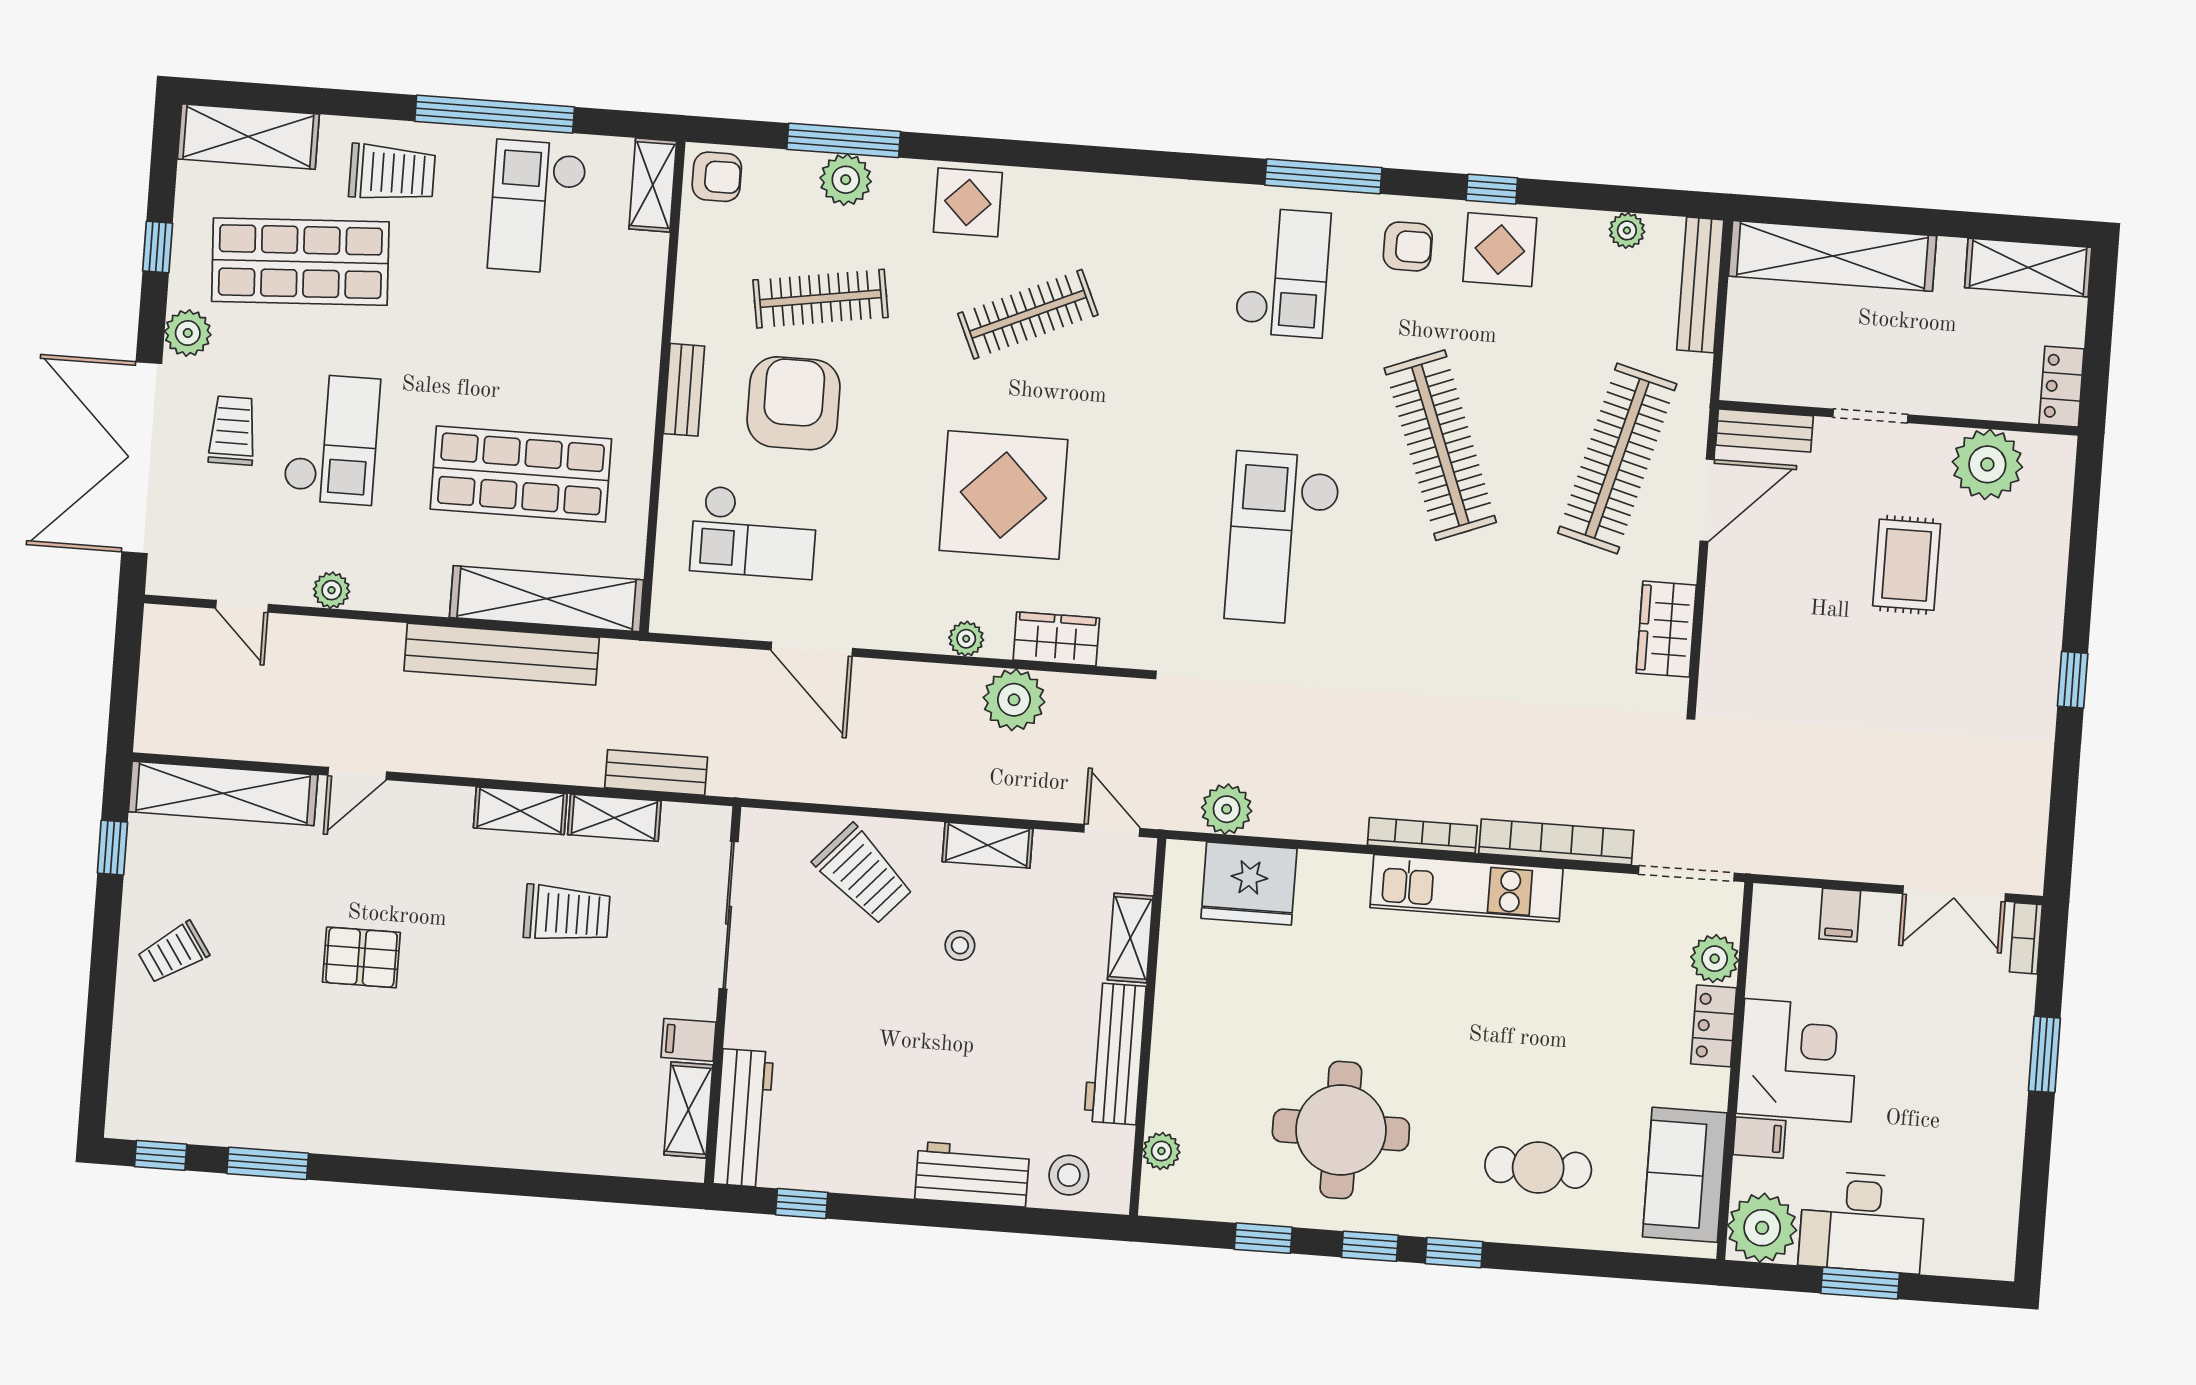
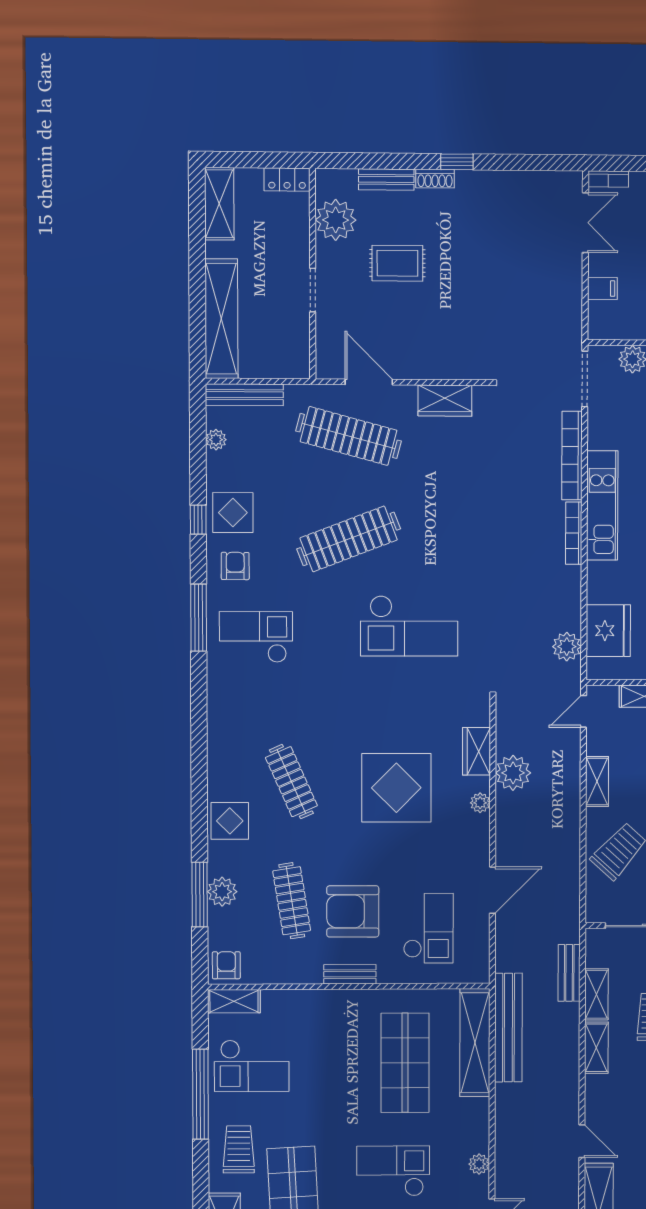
bench: (1765, 431) -> (386, 179), moved, turned 90
shoe rack: (2046, 640) -> (435, 179), added
bench: (502, 654) -> (508, 1028), moved

